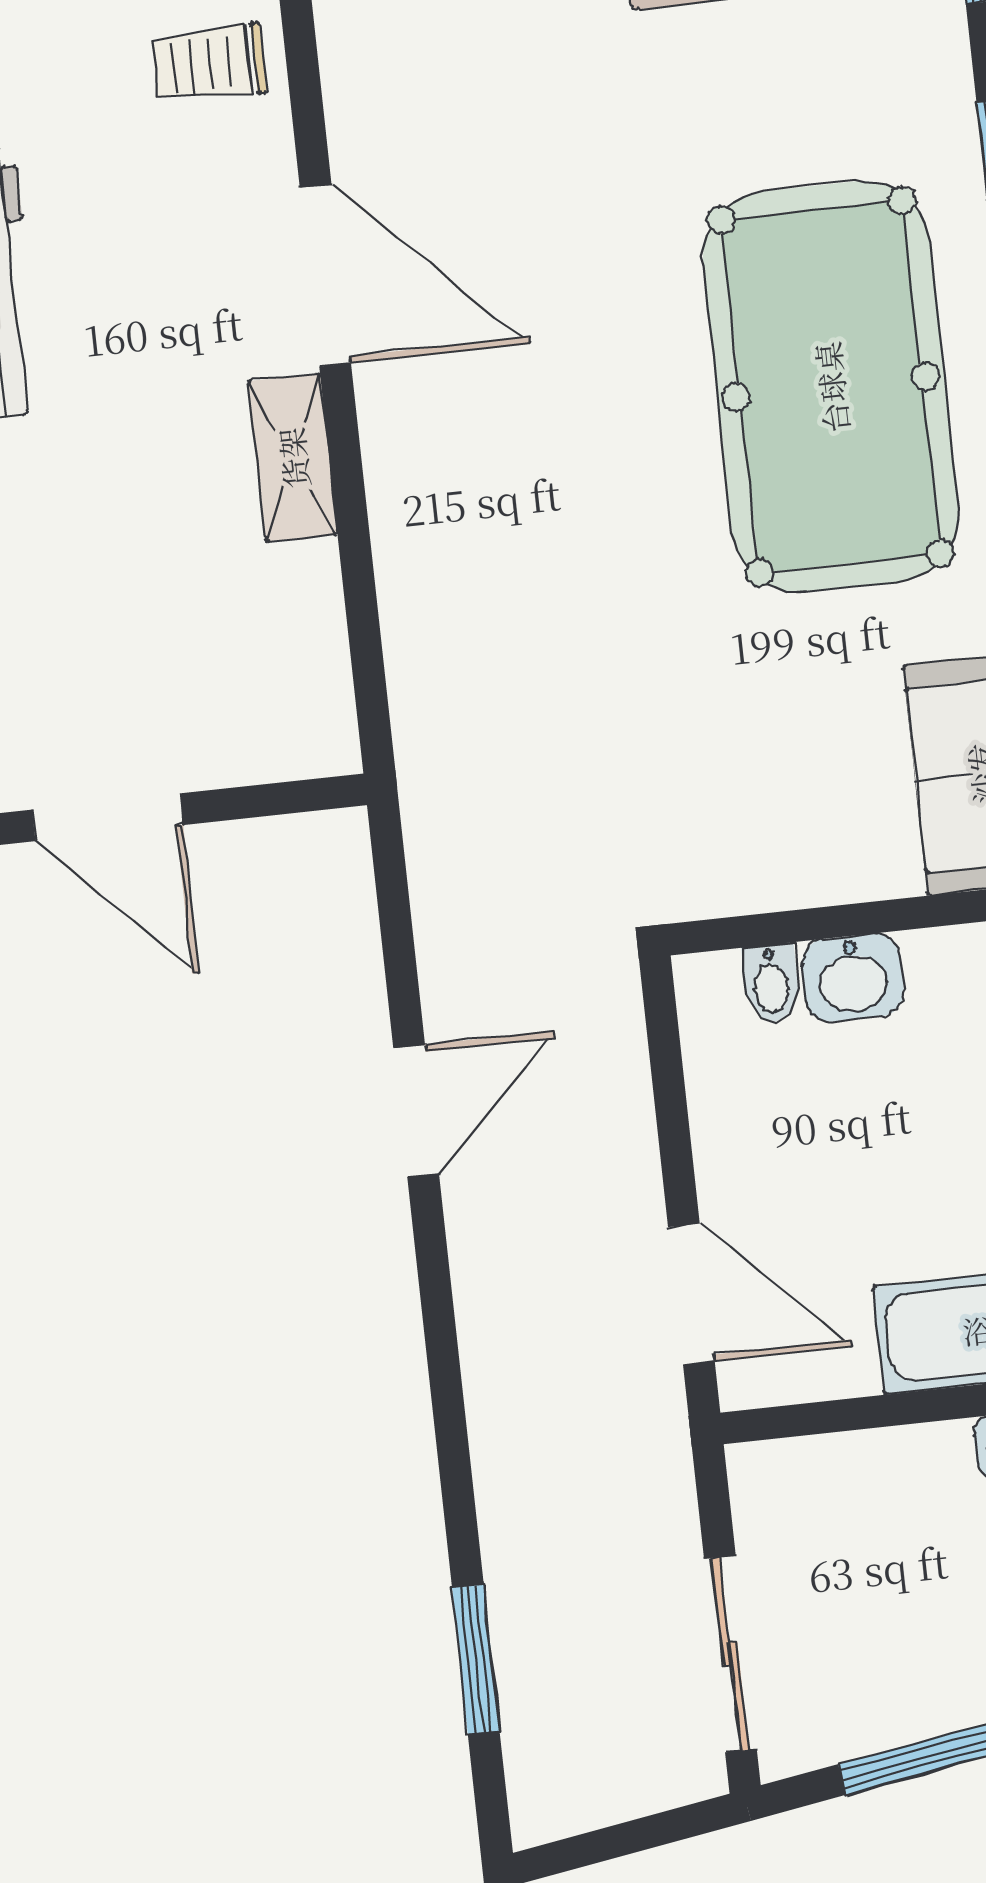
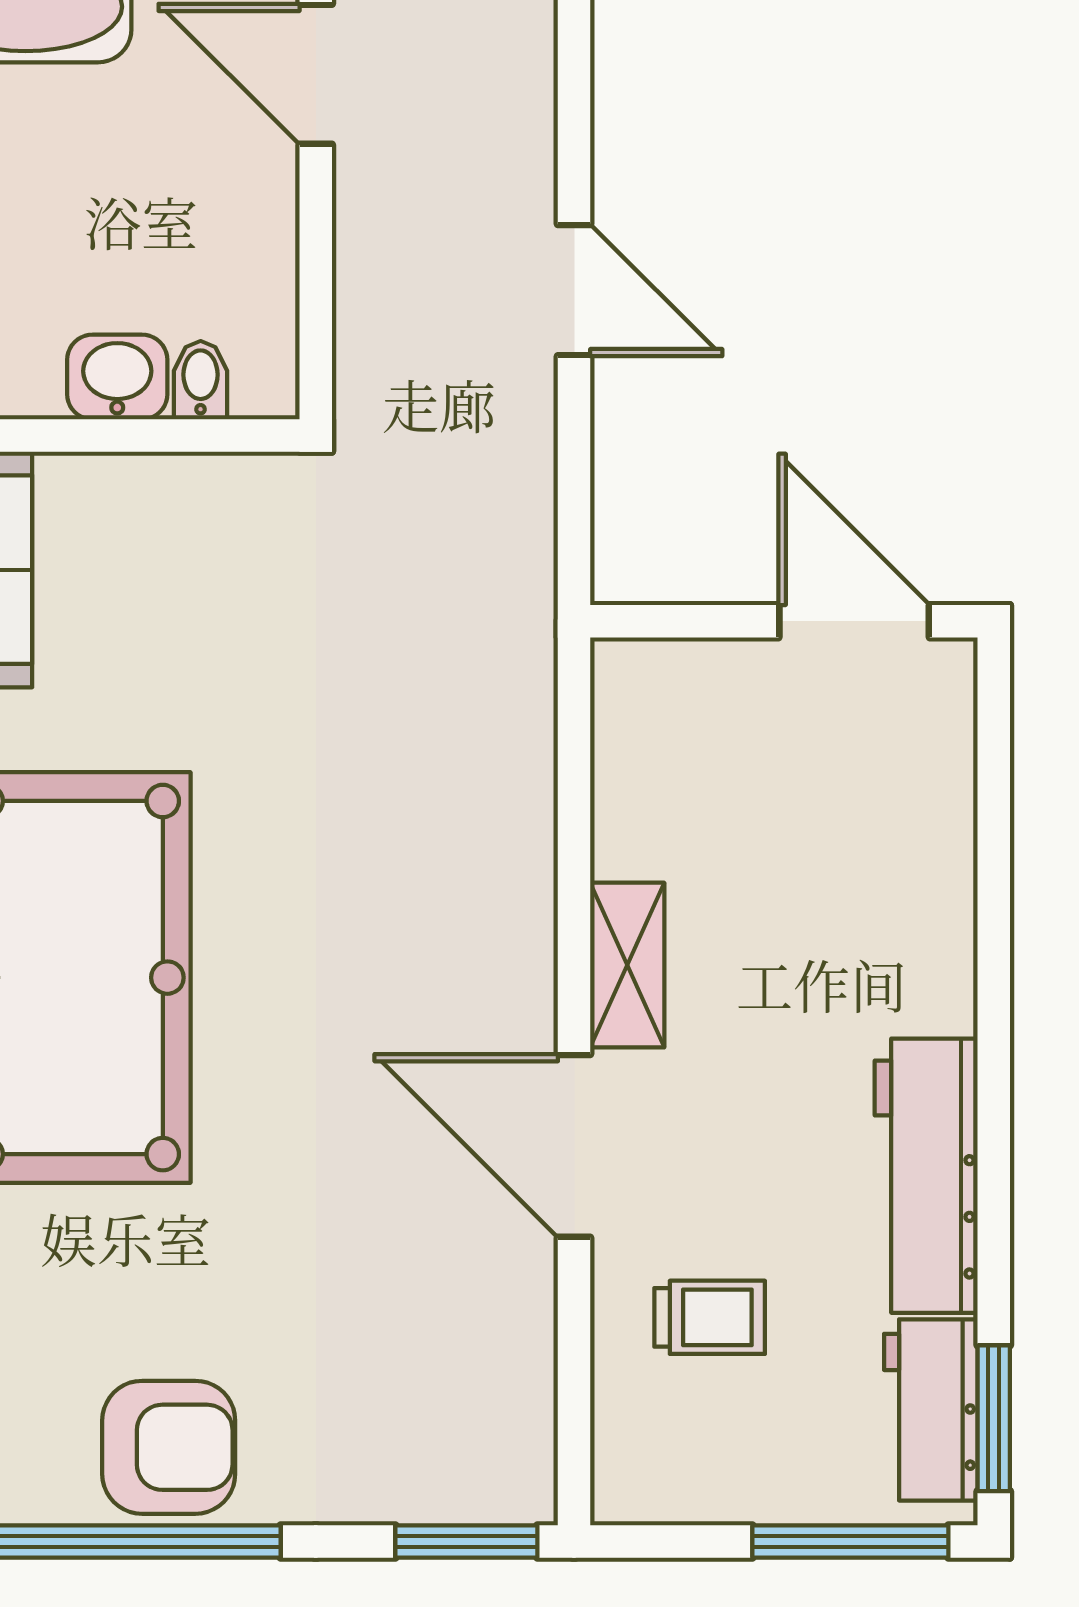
trolley: (209, 64) -> (710, 1317), moved
door: (416, 1111) -> (574, 290), swing flipped

